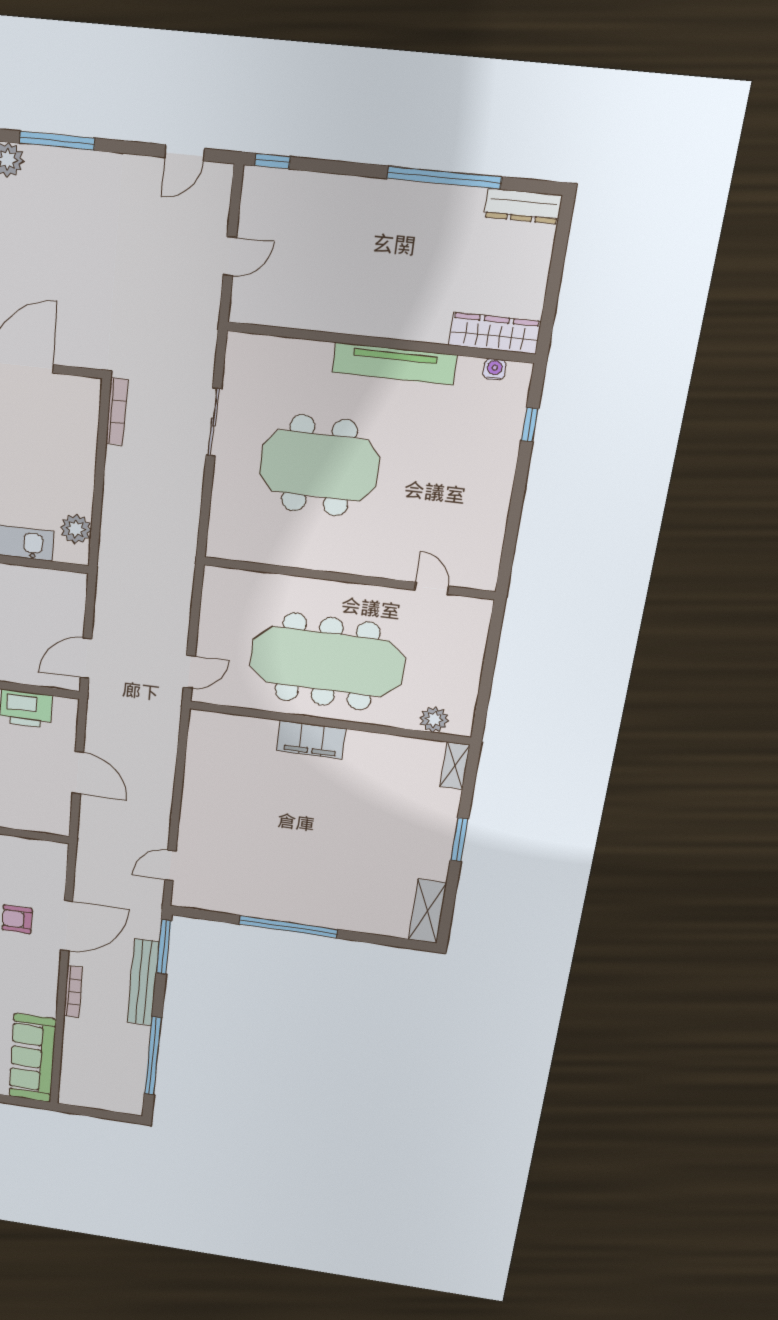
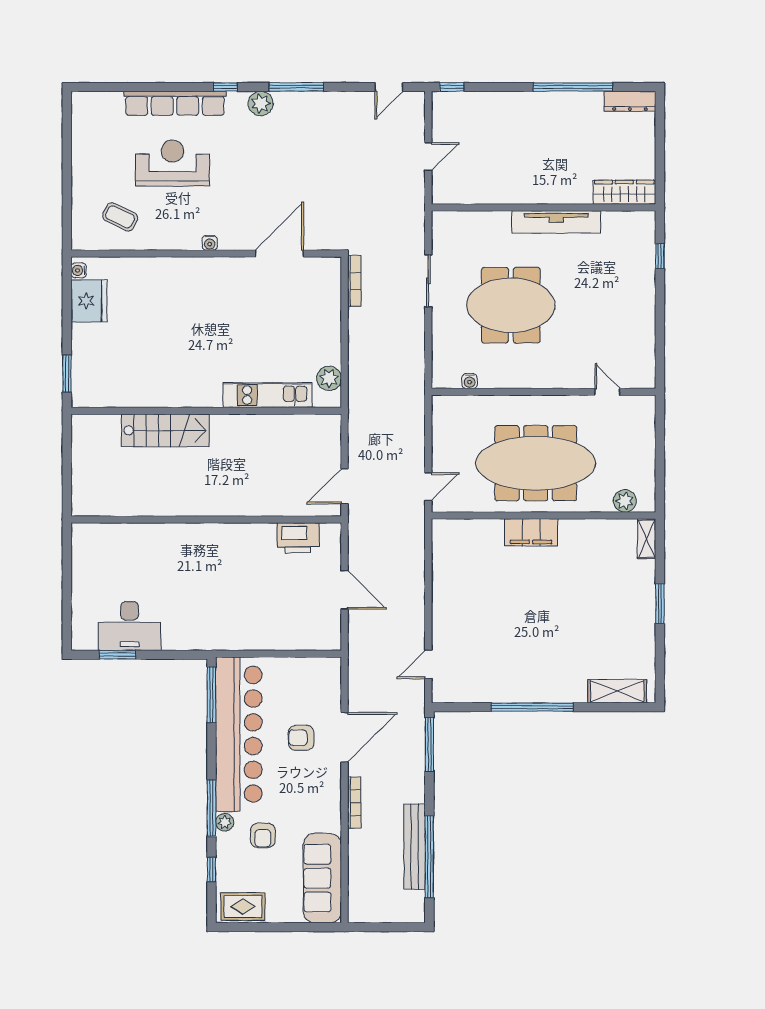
water cooler: (494, 369) -> (470, 381), moved, turned 180
shelving: (427, 911) -> (617, 691), moved, turned 90
bench: (143, 982) -> (415, 847), moved

